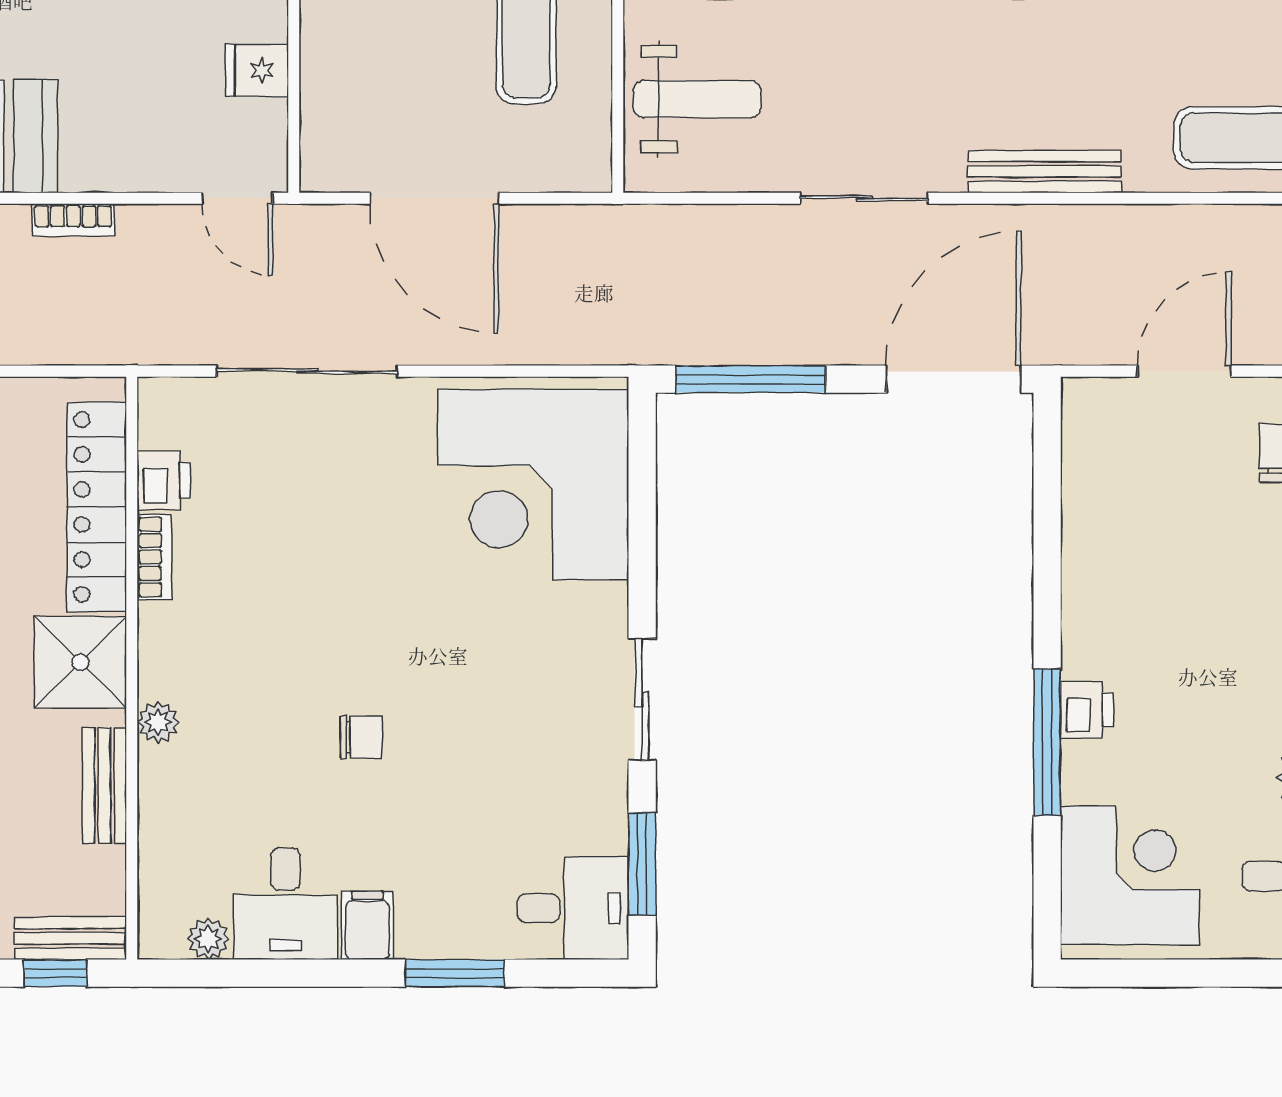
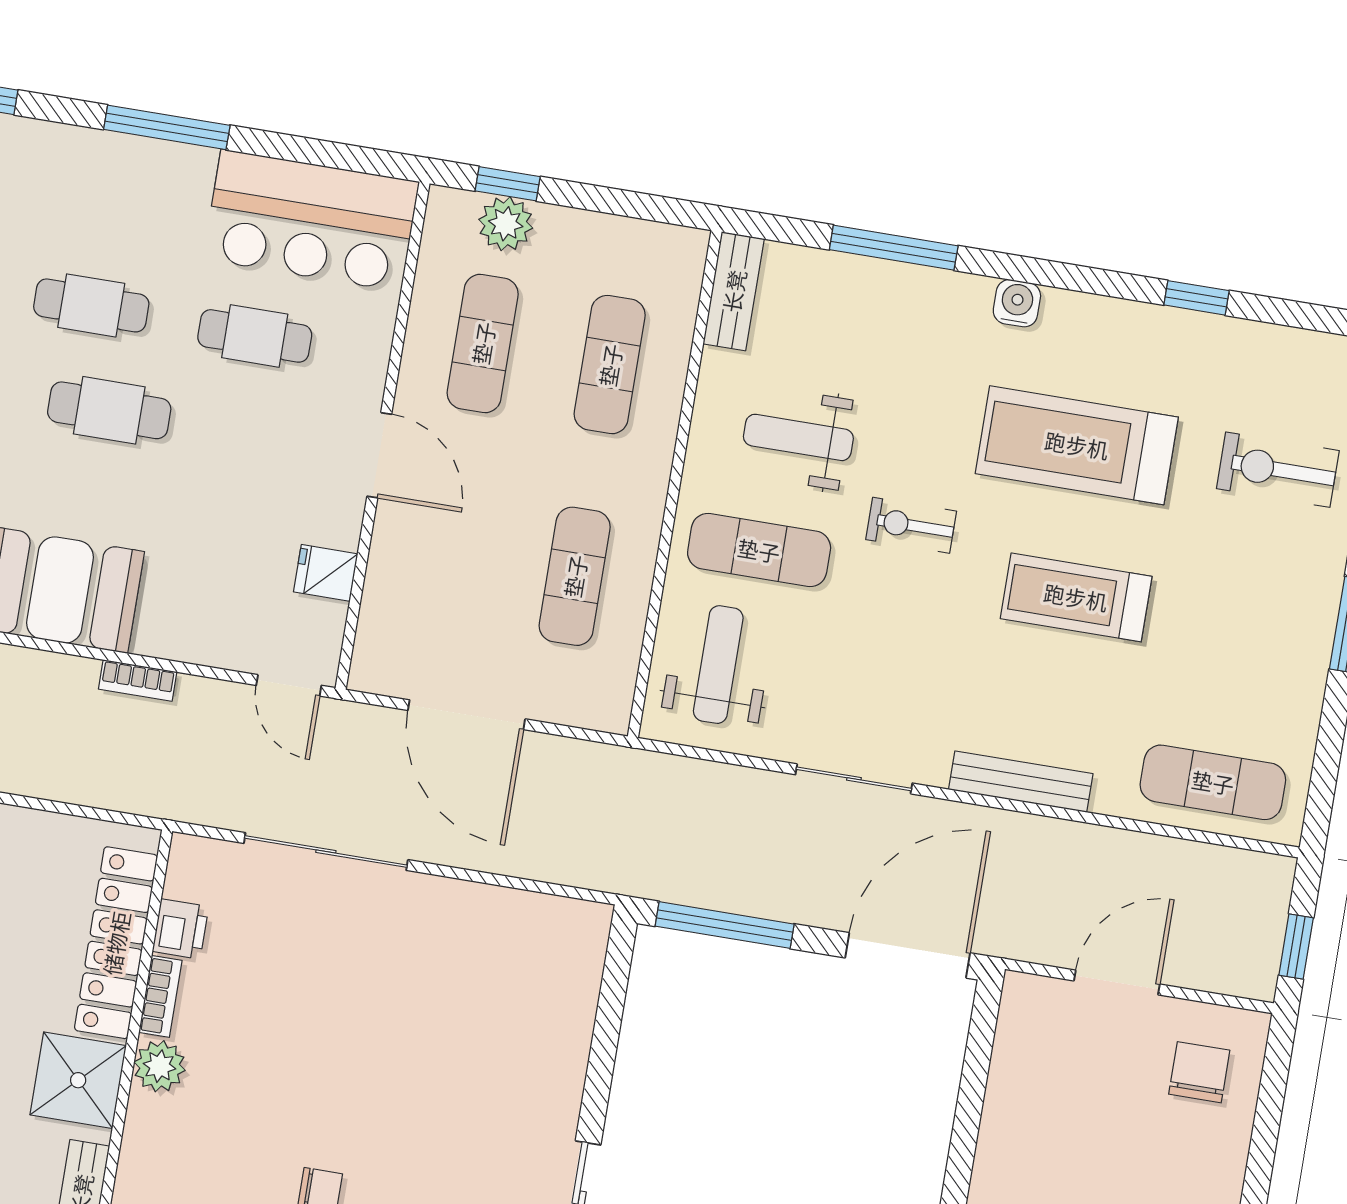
weight bench: (697, 99) -> (718, 665), turned -90
corner desk: (533, 485) -> (513, 988), removed
plant: (158, 722) -> (160, 1066), moved, width x1.38, depth x1.38

